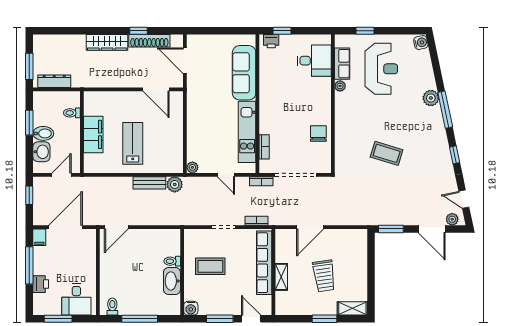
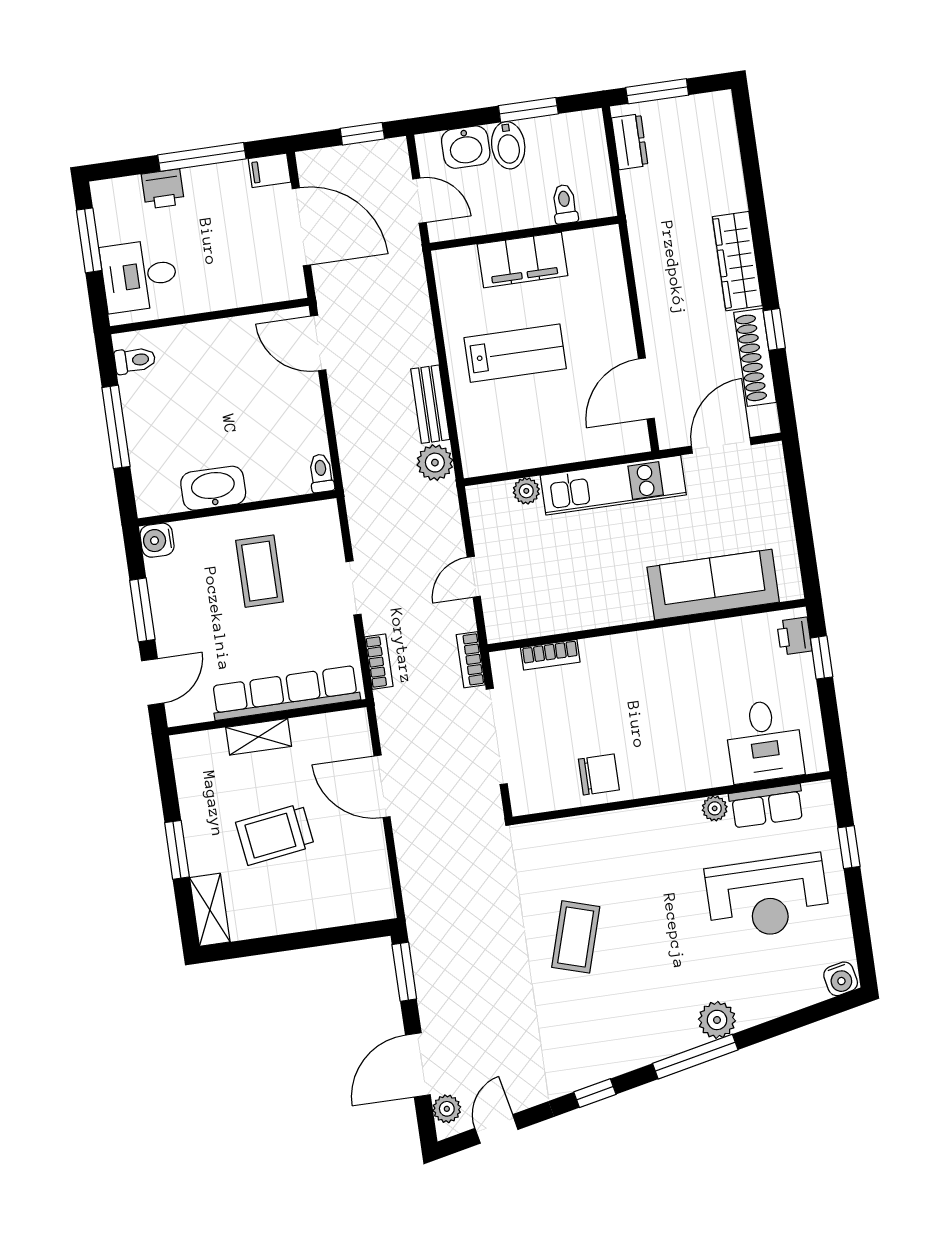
dresser: (54, 81) -> (630, 142), width x0.70
kitchen unit: (247, 132) -> (613, 485), moved, turned 180
plant: (192, 167) -> (526, 491), moved
toilet: (172, 261) -> (321, 473), moved

